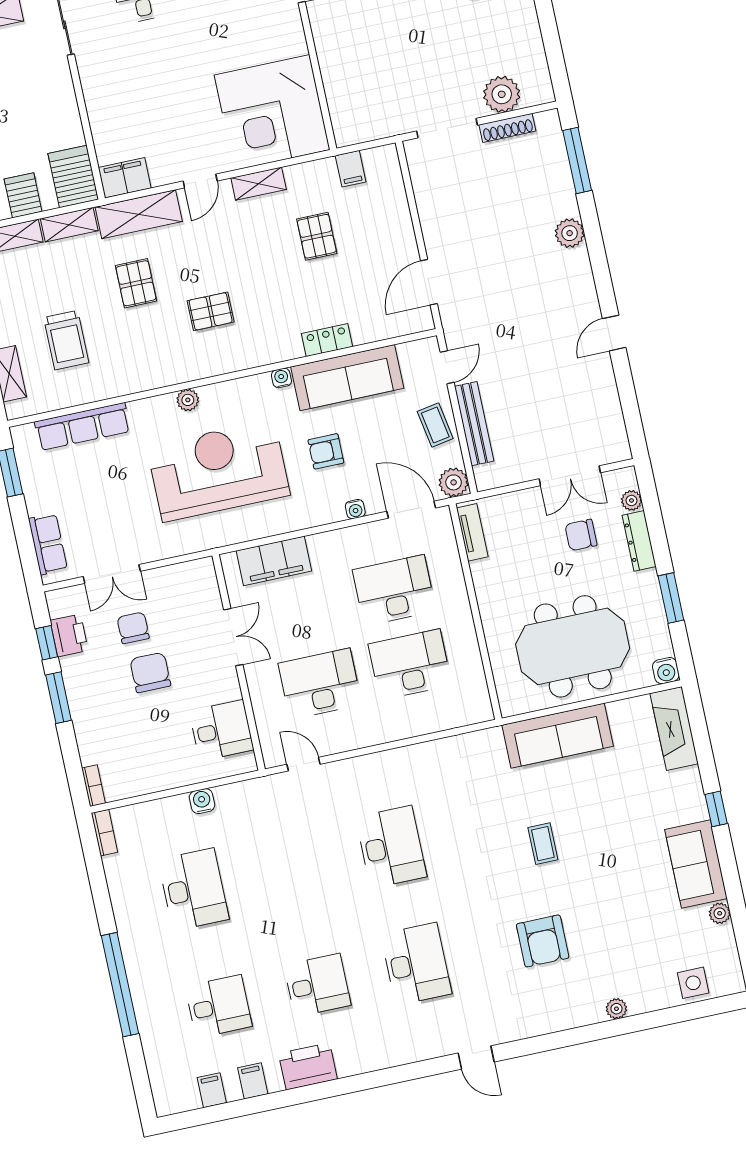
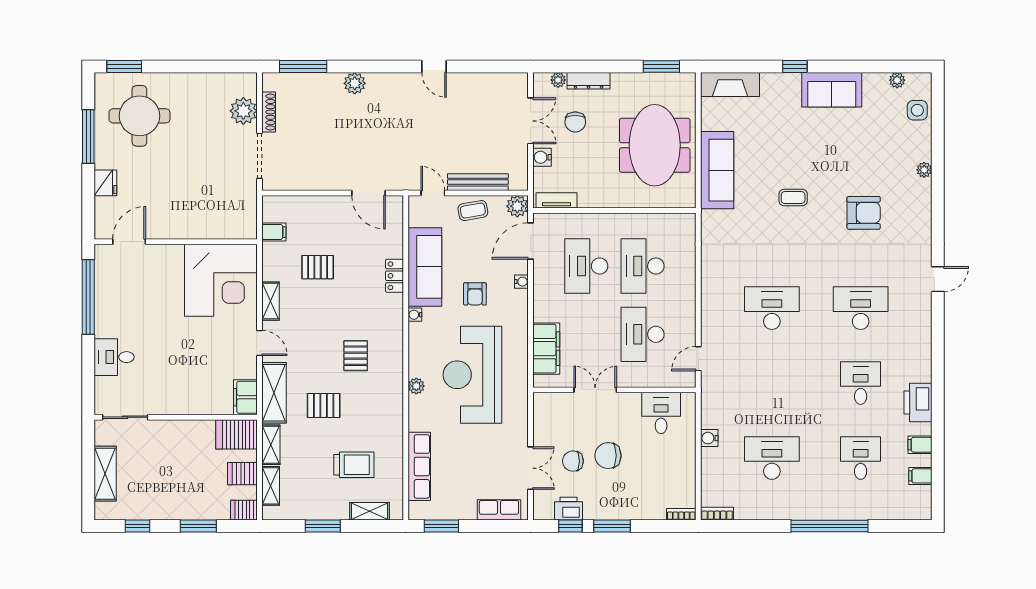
window: (671, 598) -> (661, 67), moved
water cooler: (666, 671) -> (542, 157), moved, turned 180
plant: (720, 913) -> (897, 80), moved

